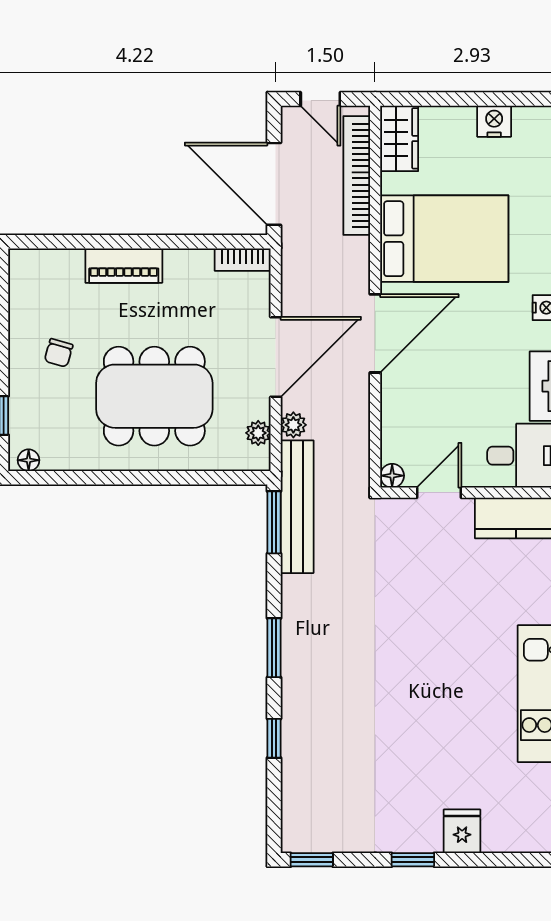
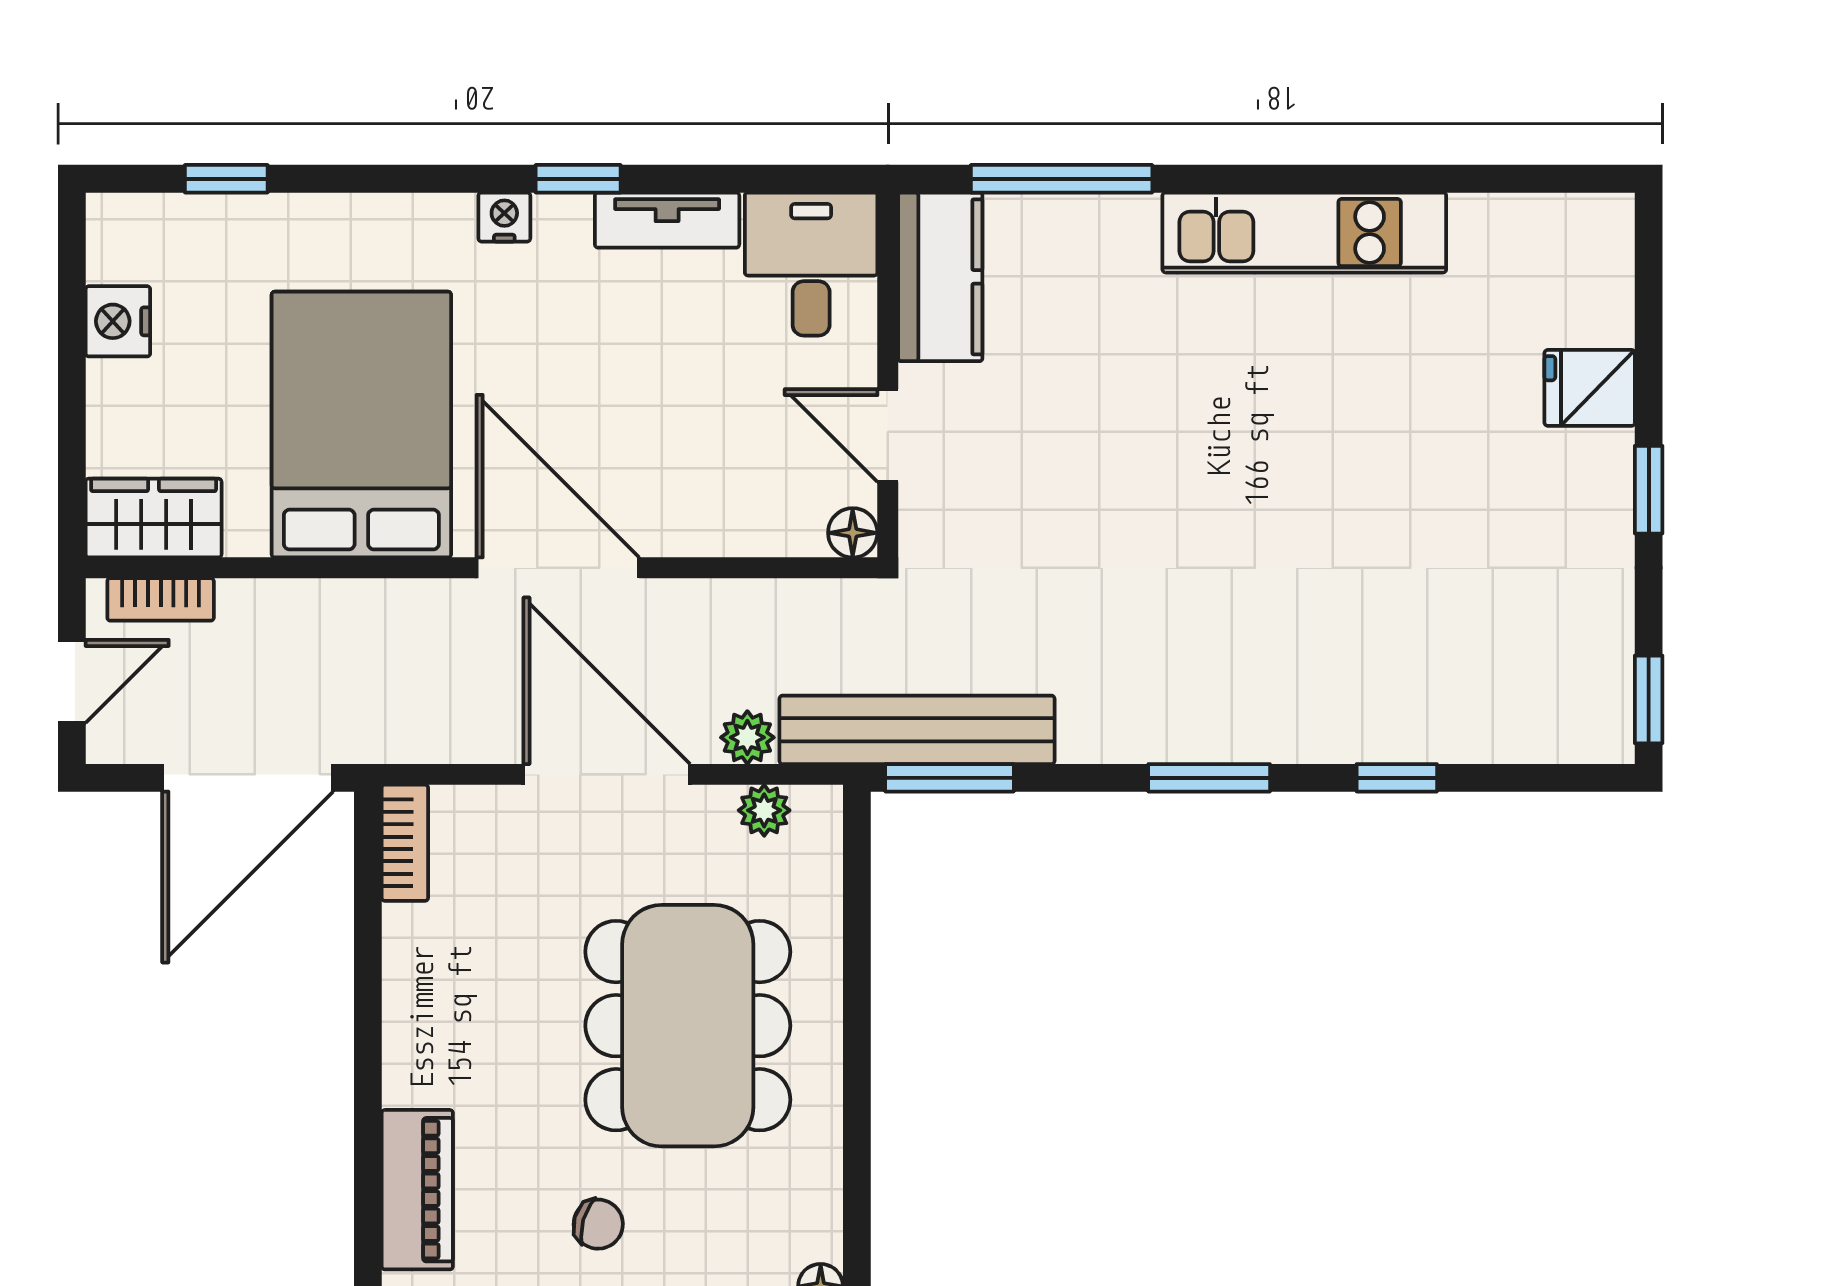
bookcase: (357, 175) -> (161, 599), width x0.43, depth x0.76
piano: (124, 266) -> (417, 1190), moved

